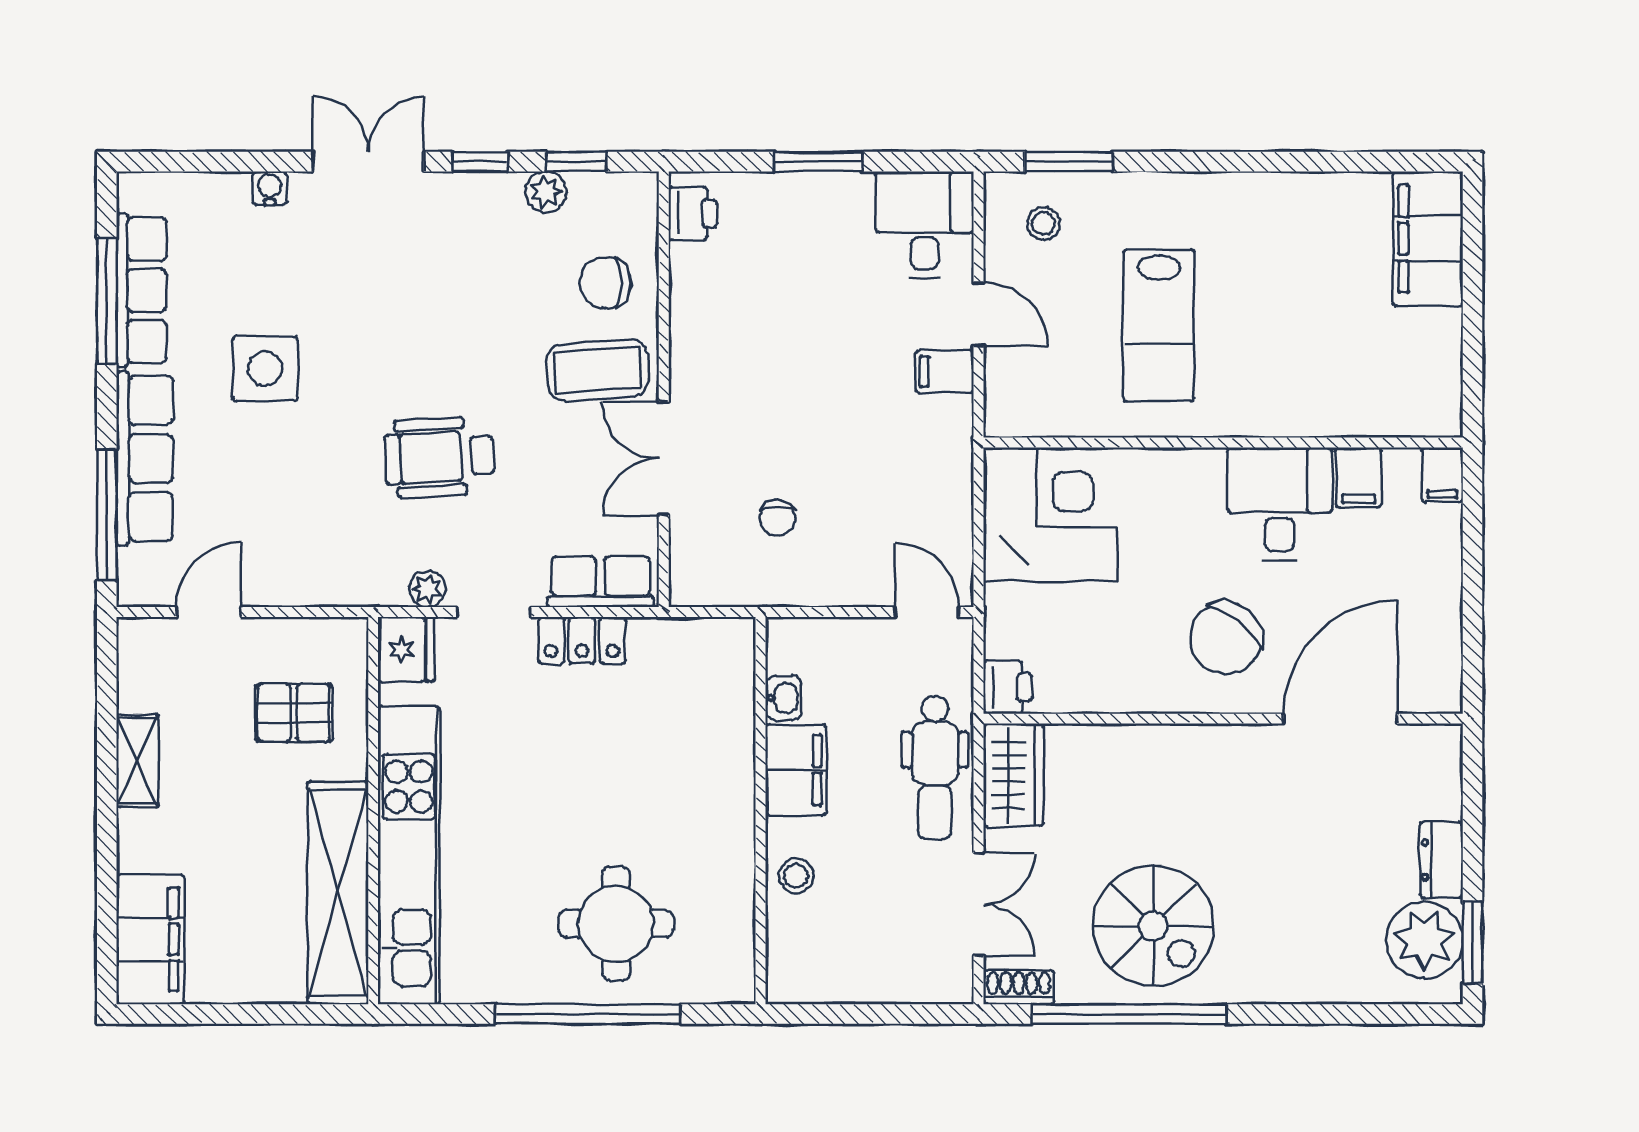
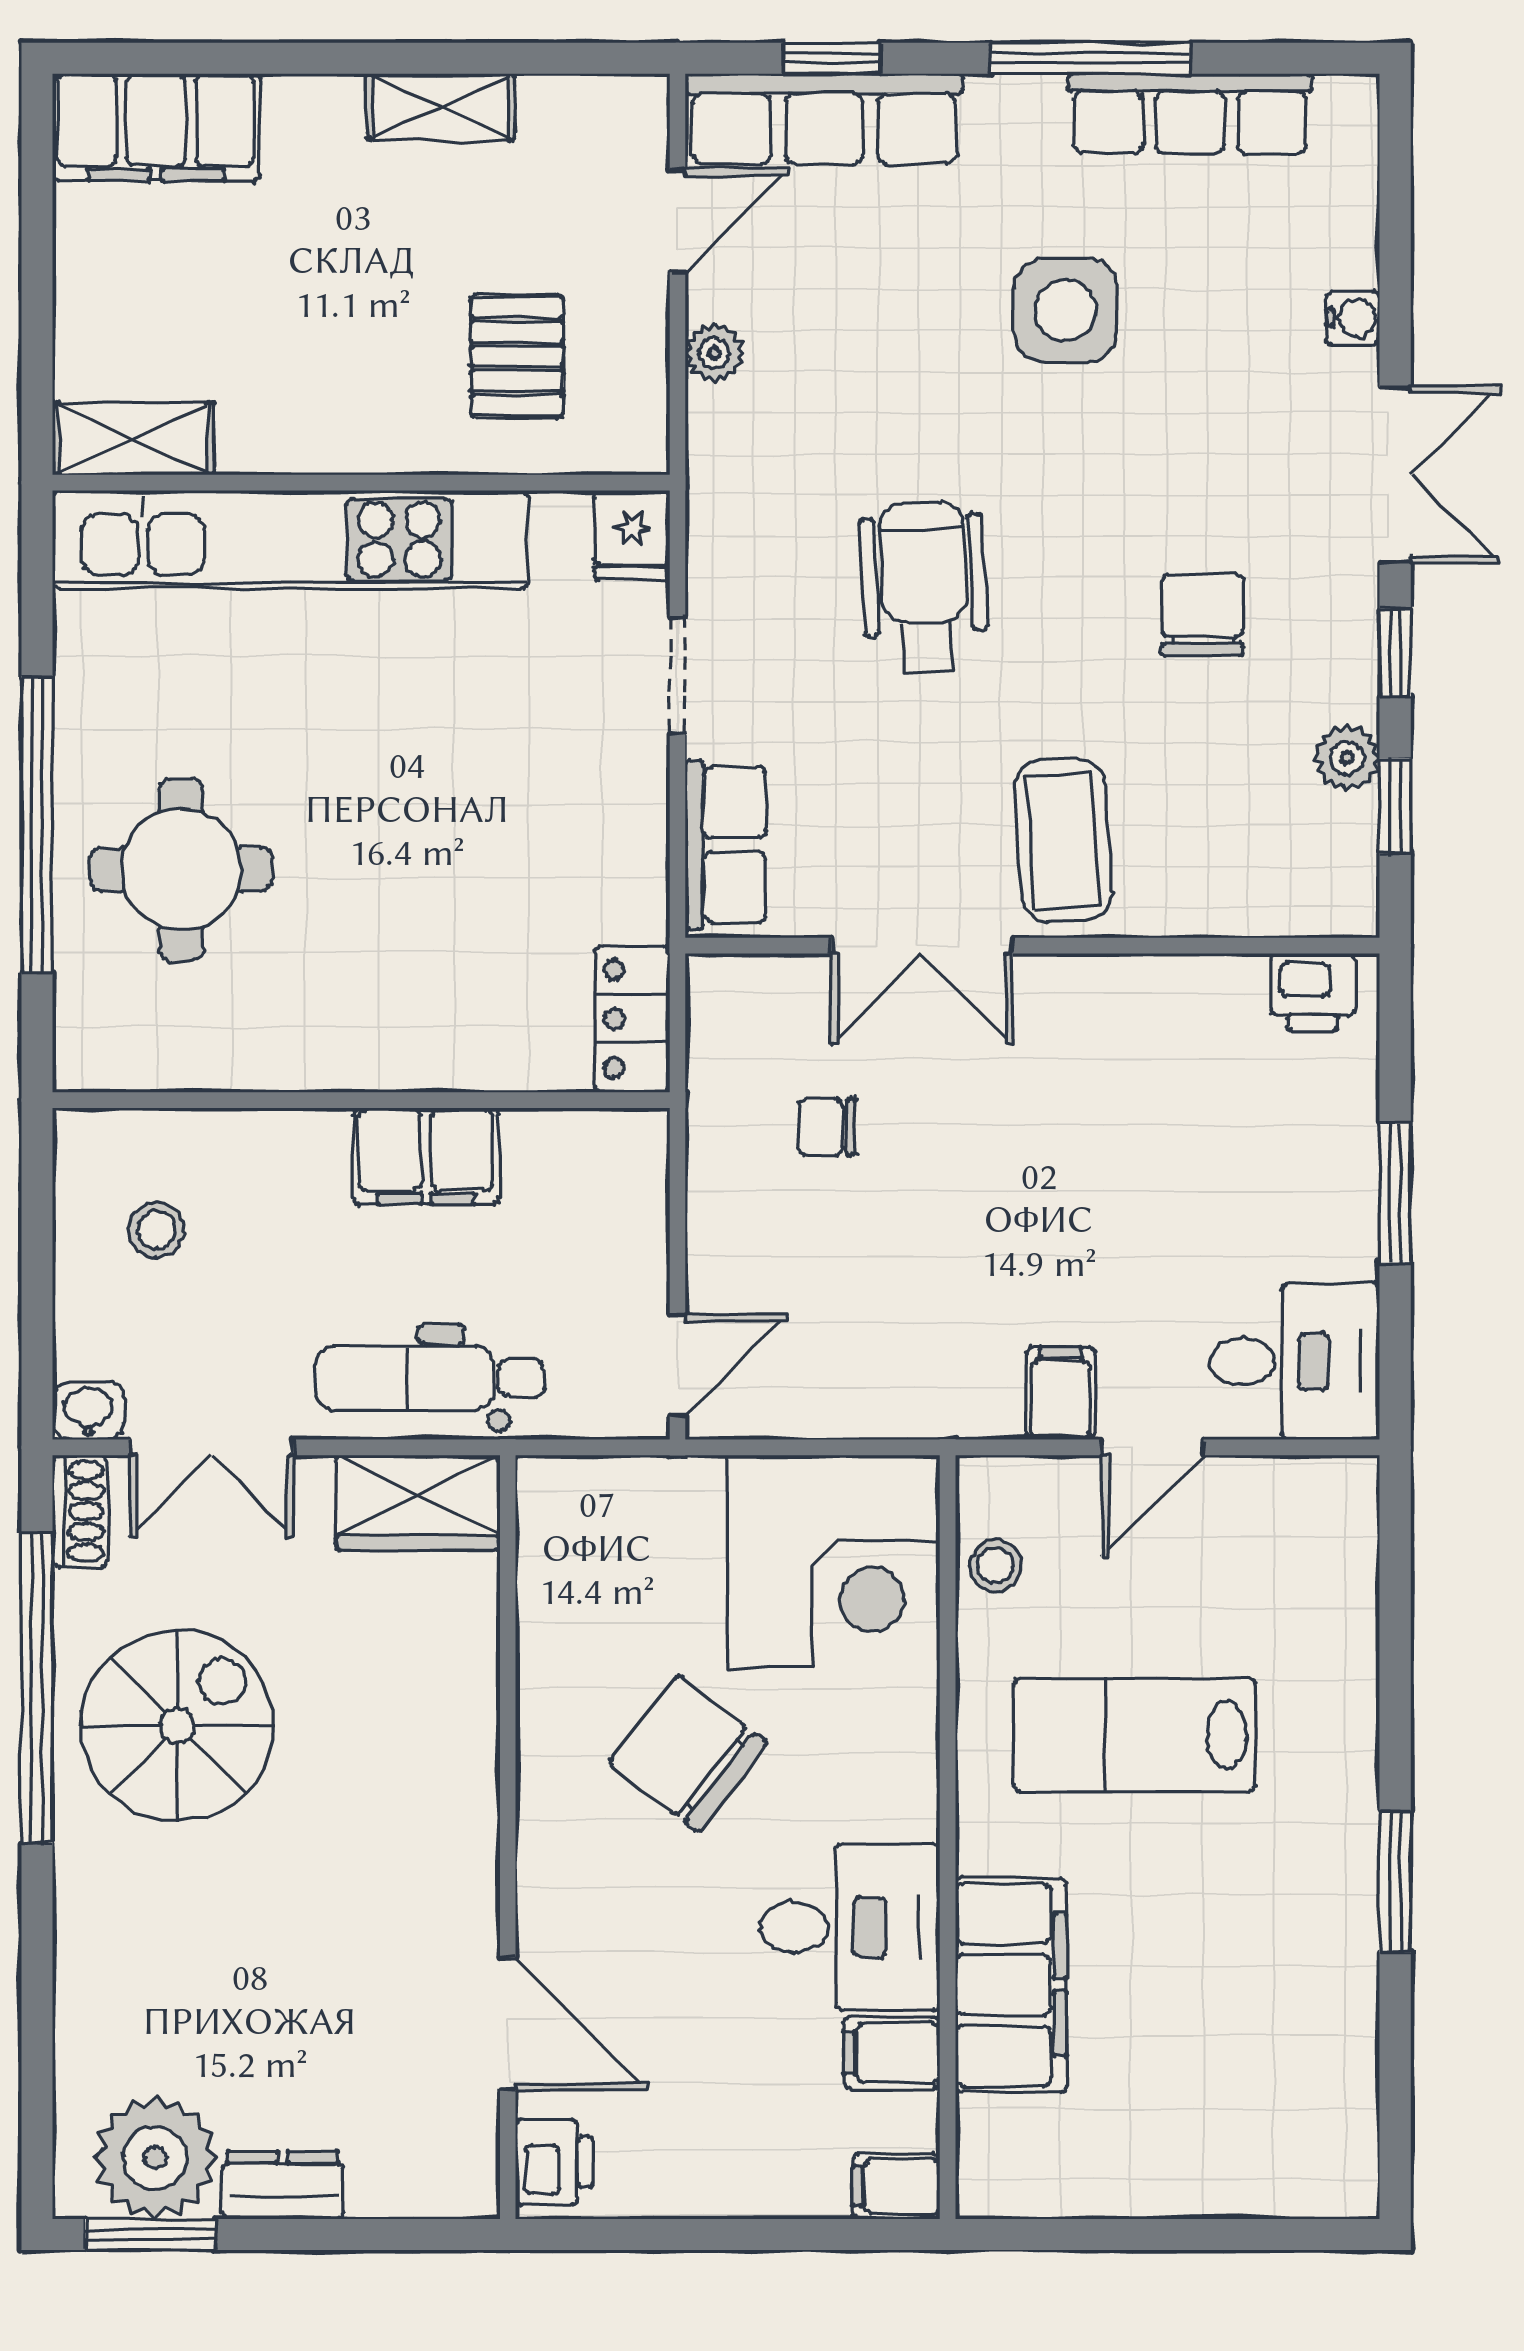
window: (1069, 162) -> (1395, 1882), moved
stool: (1043, 223) -> (995, 1566), moved
filing cabinet: (1428, 239) -> (1011, 1985), moved, turned 90
chair: (605, 283) -> (1202, 615), moved
window: (107, 301) -> (1090, 58), moved
row of seats: (145, 458) -> (824, 119), moved
double door: (664, 459) -> (922, 946), swing flipped
window: (107, 515) -> (832, 58), width x0.46
plant: (427, 589) -> (714, 353), moved
door: (209, 612) -> (677, 221), hinge flipped
chair: (1225, 638) -> (688, 1753), moved
locker: (582, 640) -> (633, 1019), moved
fridge: (406, 650) -> (632, 535), width x0.72
printer: (1008, 687) -> (554, 2162), moved, turned -90
washbasin: (784, 698) -> (88, 1411), moved, turned 180
door: (1340, 719) -> (508, 2024), width x0.73
stool: (796, 876) -> (157, 1230), moved
shelving: (338, 893) -> (133, 439), width x0.45, depth x0.75
spiral stairs: (1153, 926) -> (178, 1726), turned 180

